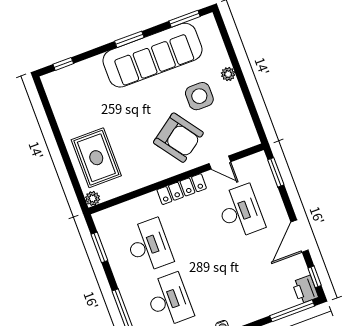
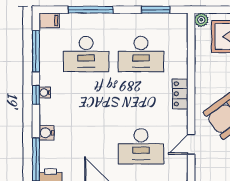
locker: (182, 189) -> (180, 94), width x0.66
water cooler: (262, 310) -> (47, 133), added

